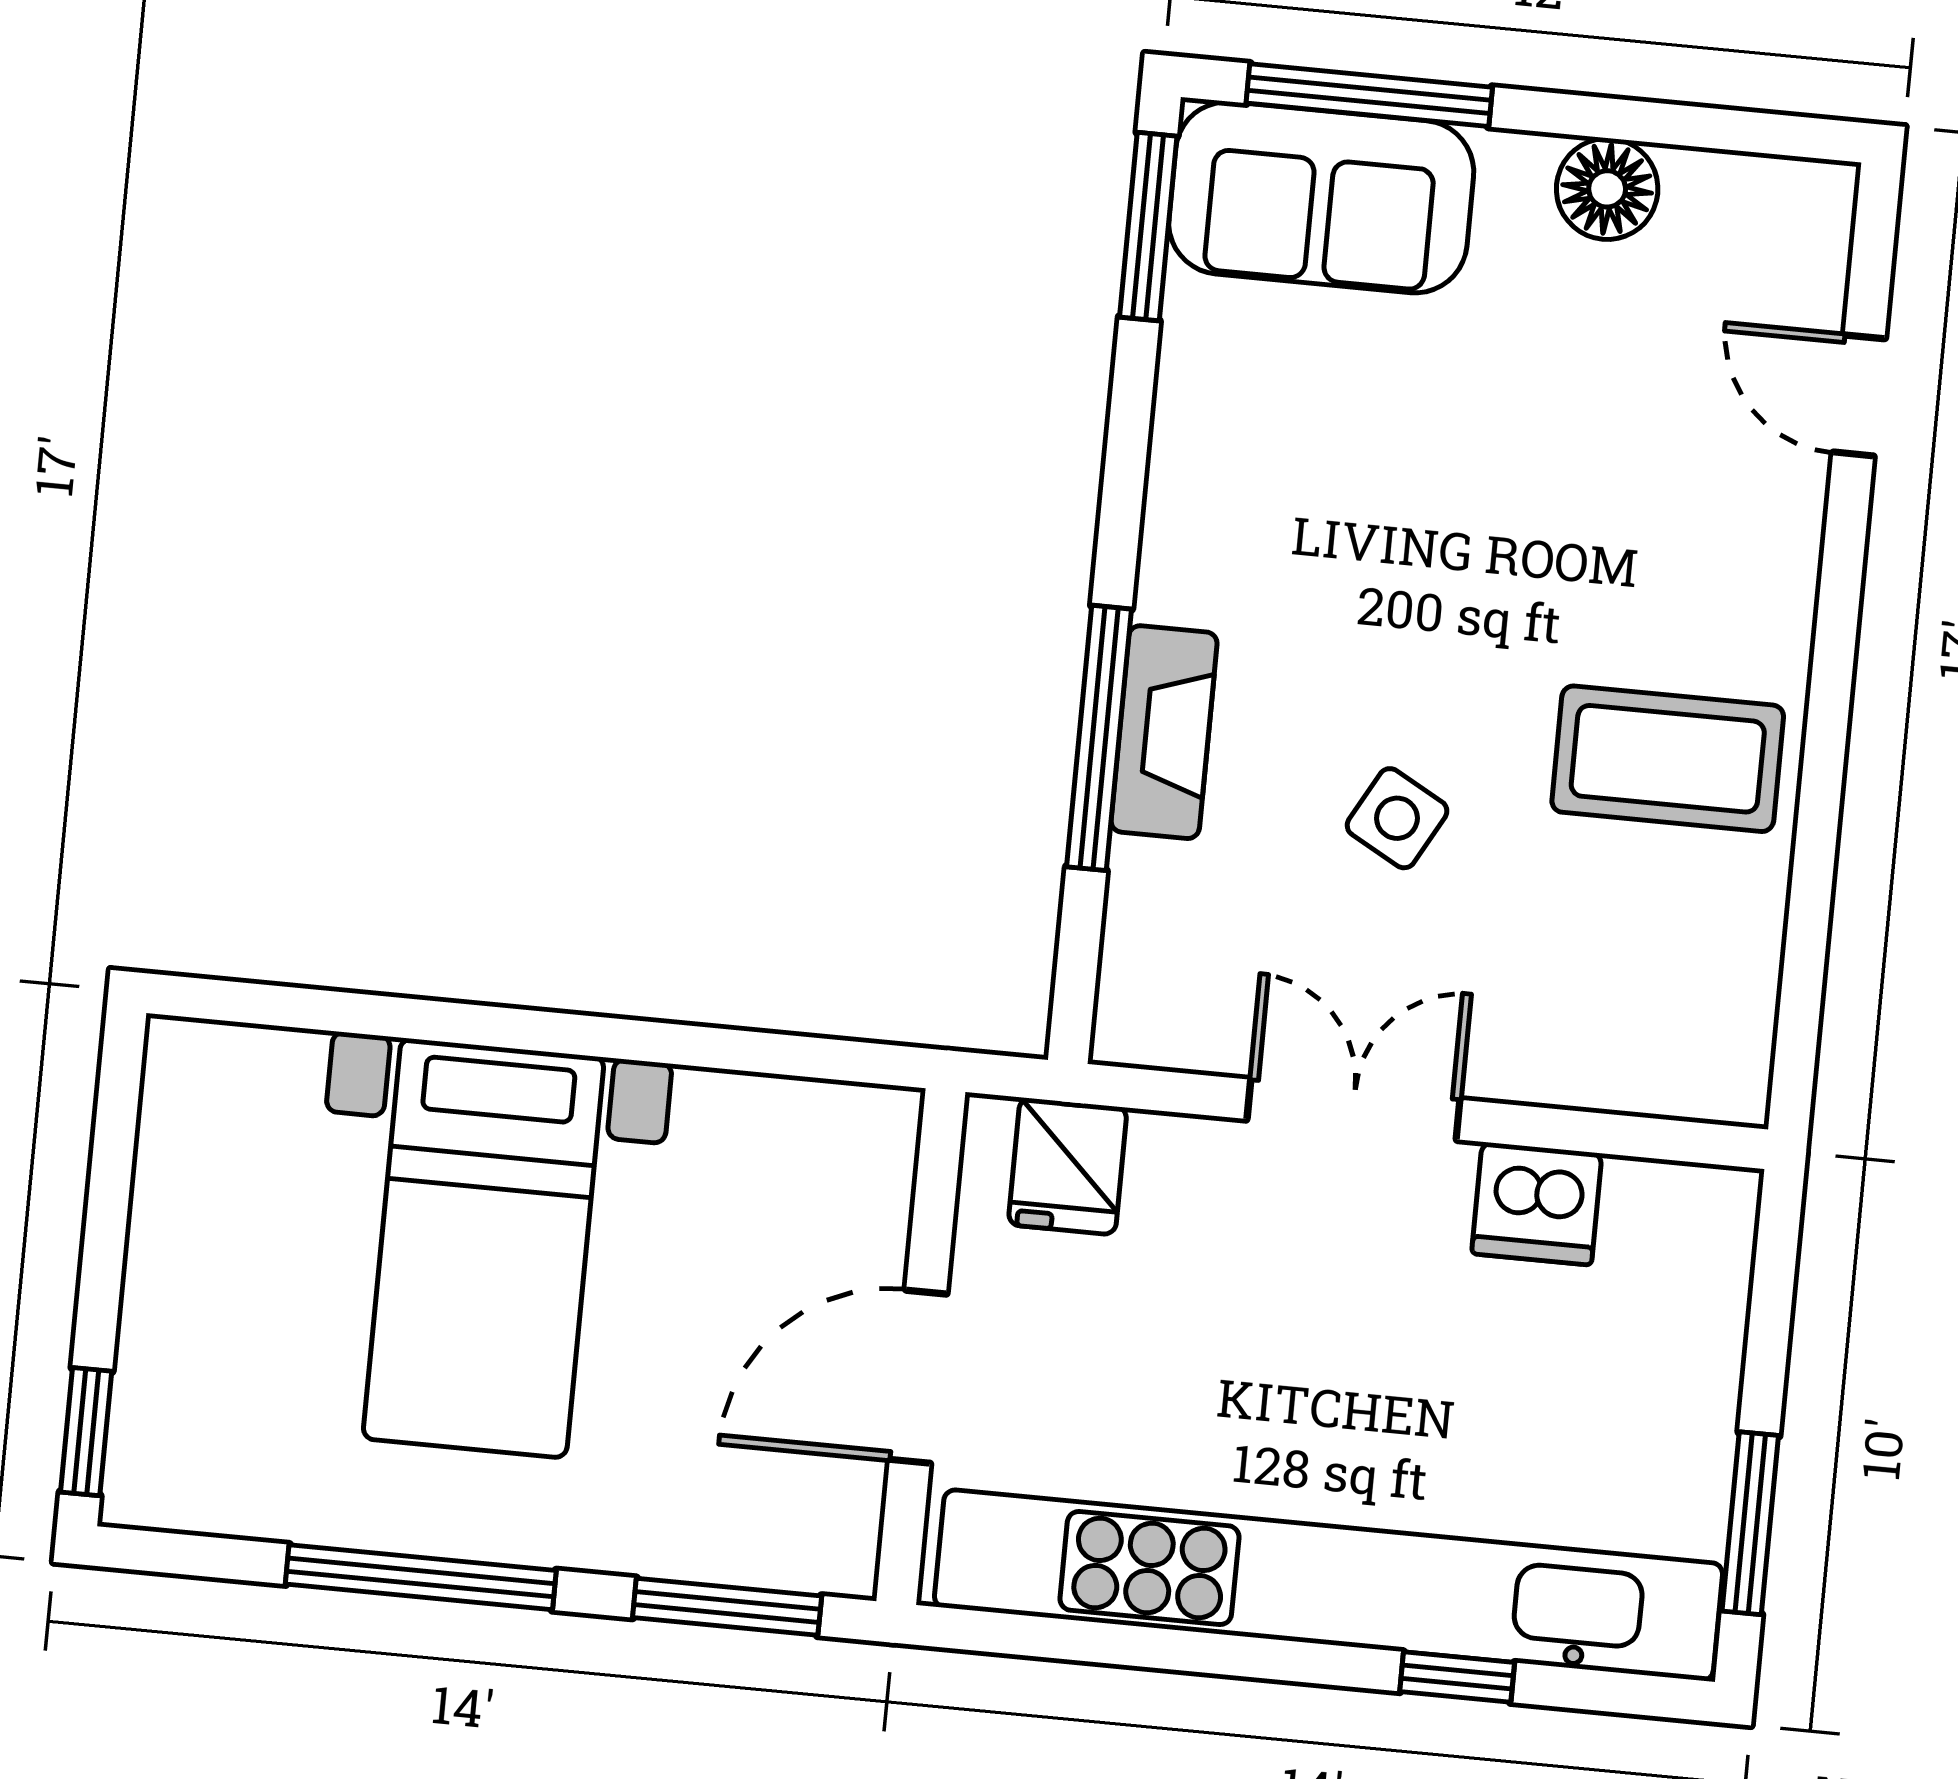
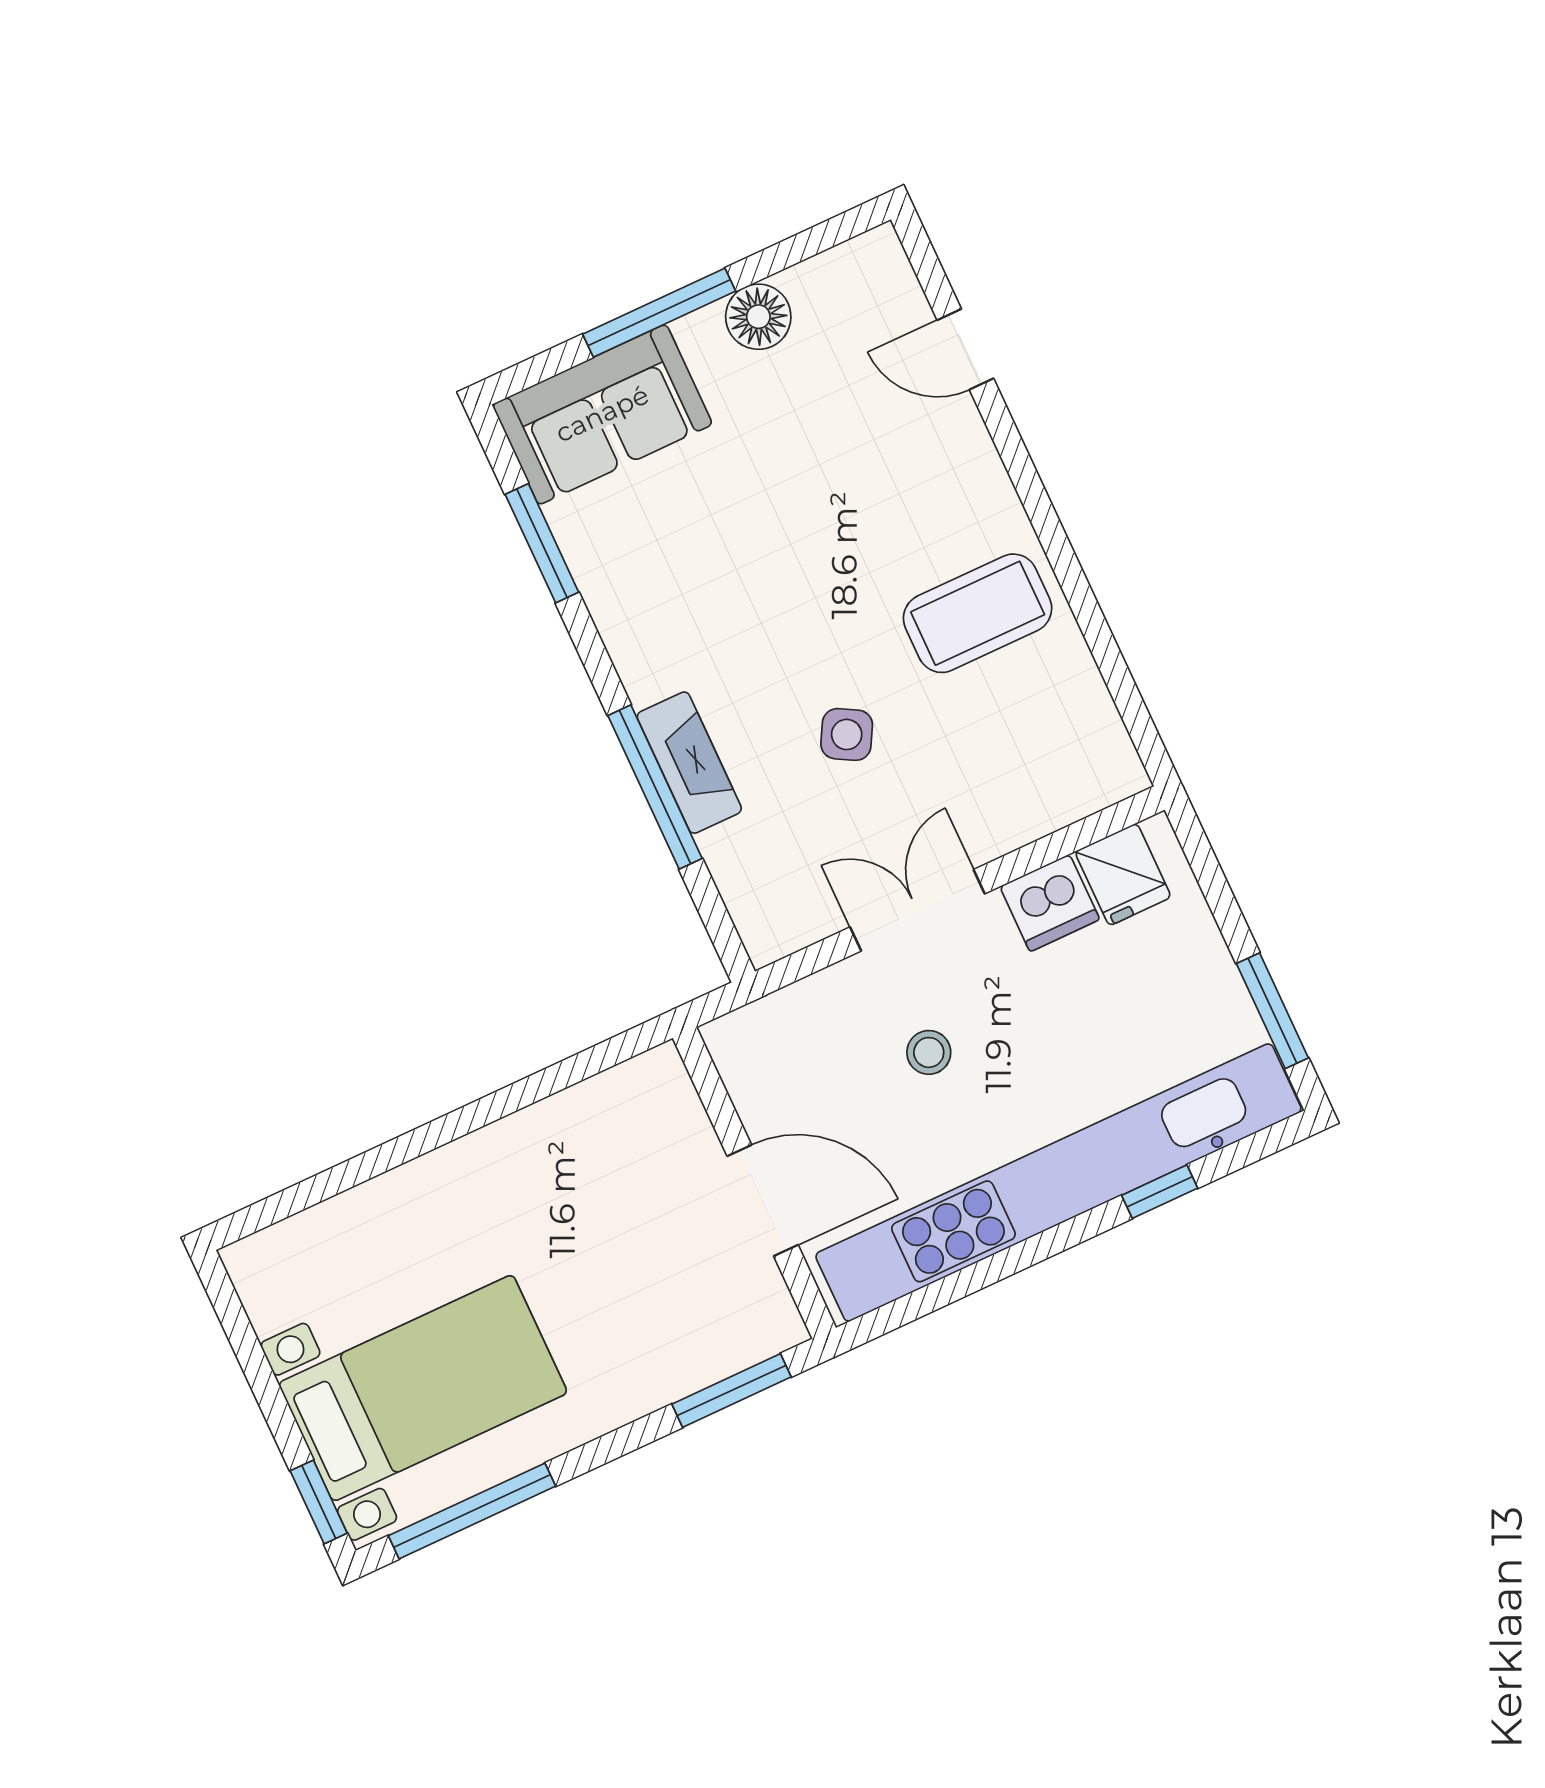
window: (1369, 95) -> (659, 313), moved
window: (1148, 227) -> (542, 543), moved
fridge: (1068, 1166) -> (1123, 874), moved
bed with nightstands: (484, 1248) -> (423, 1388), moved, turned -90
stool: (1257, 1309) -> (929, 1052), added
door: (918, 1377) -> (763, 1201), swing flipped
window: (421, 1577) -> (472, 1511), moved

